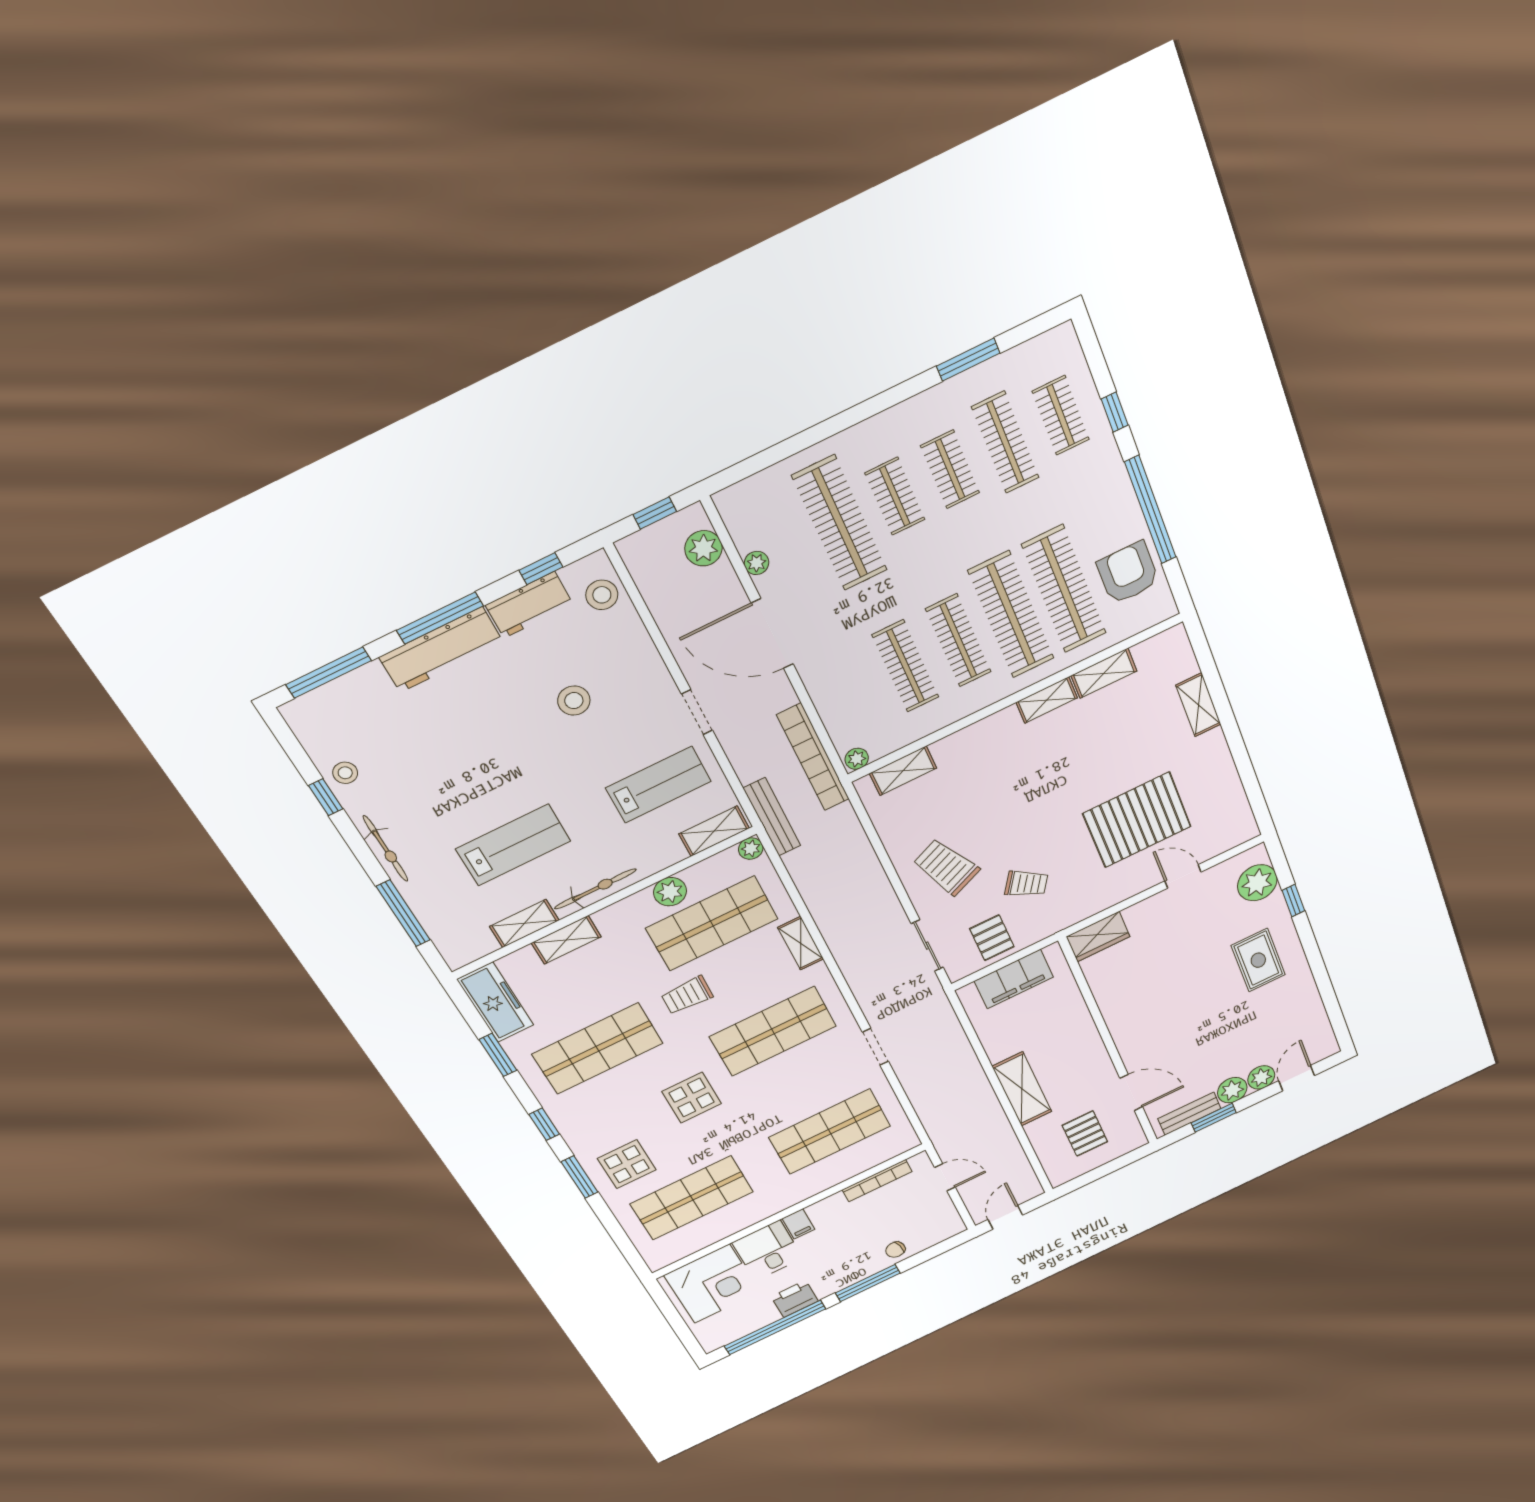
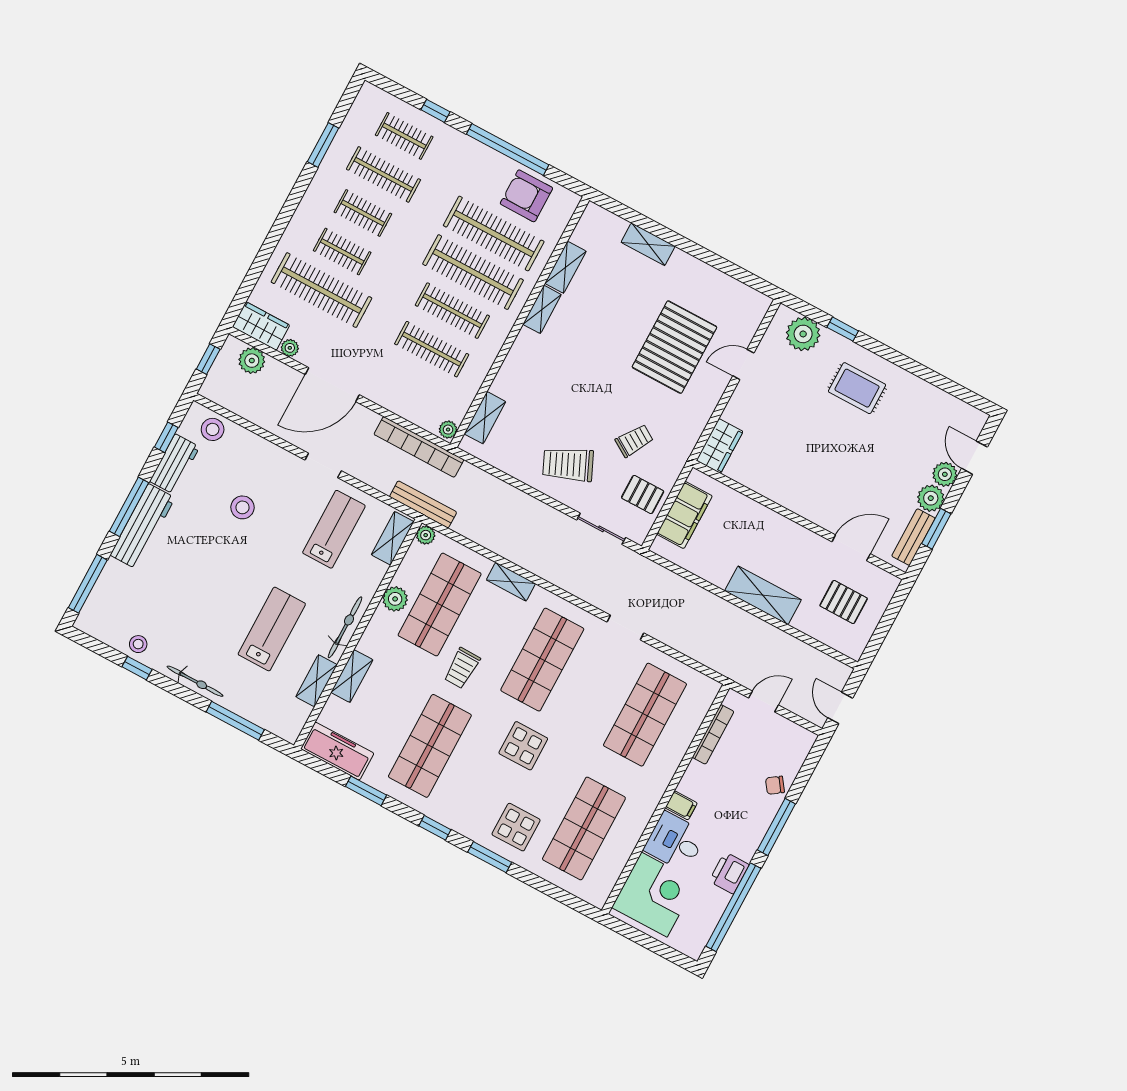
wardrobe: (743, 517) -> (261, 326), added
chair: (895, 1250) -> (775, 785), turned 68

